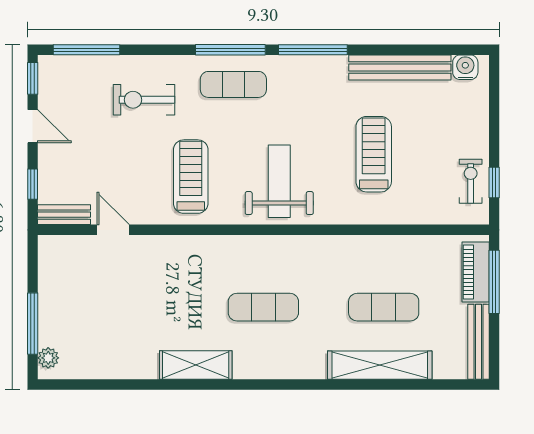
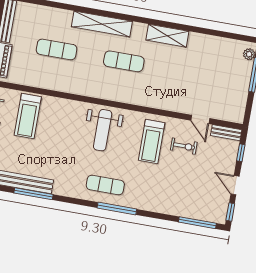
window: (313, 50) -> (33, 194), moved
exercise mat: (233, 84) -> (105, 185), moved
exercise bike: (144, 100) -> (184, 146), moved, width x0.73, depth x0.72
treadmill: (374, 154) -> (28, 116), moved
shelving: (380, 365) -> (102, 24), moved

